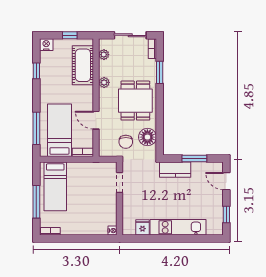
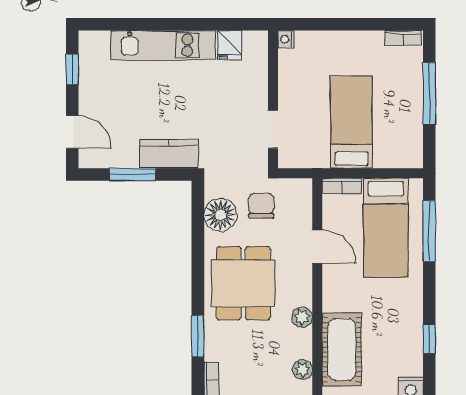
bed: (55, 186) -> (351, 122), moved

